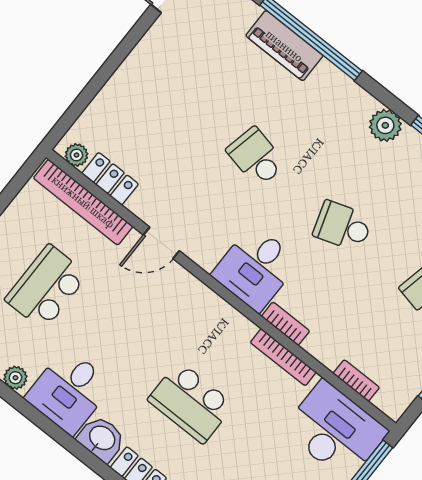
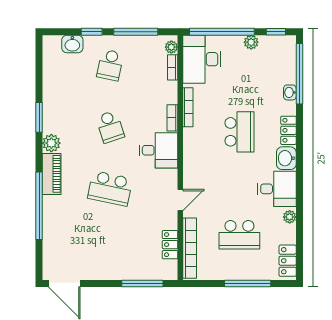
piano: (284, 46) -> (52, 174), moved
window: (86, 96) -> (142, 284), added
plant: (77, 155) -> (171, 47), moved
school desk: (256, 157) -> (110, 188), width x1.85
door: (161, 243) -> (180, 200), hinge flipped

